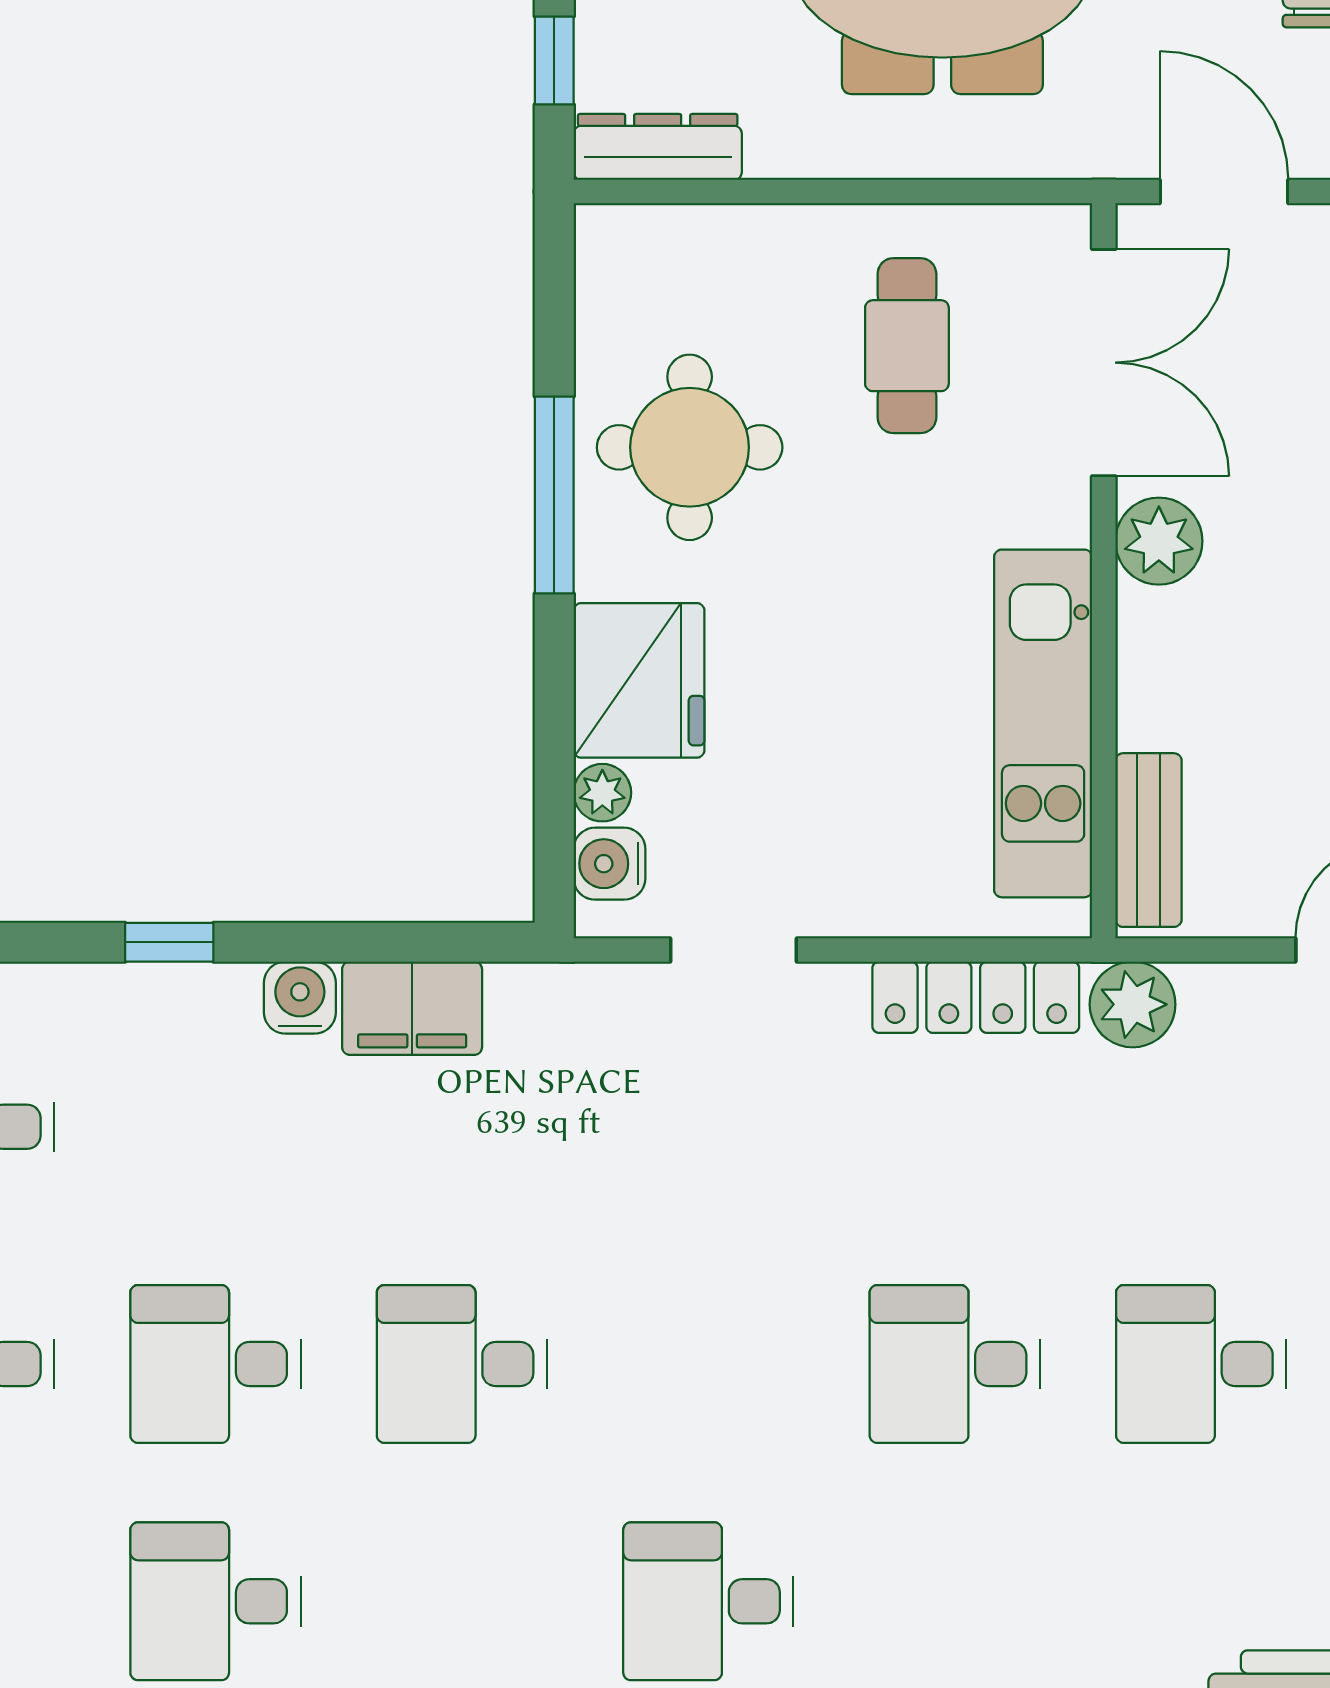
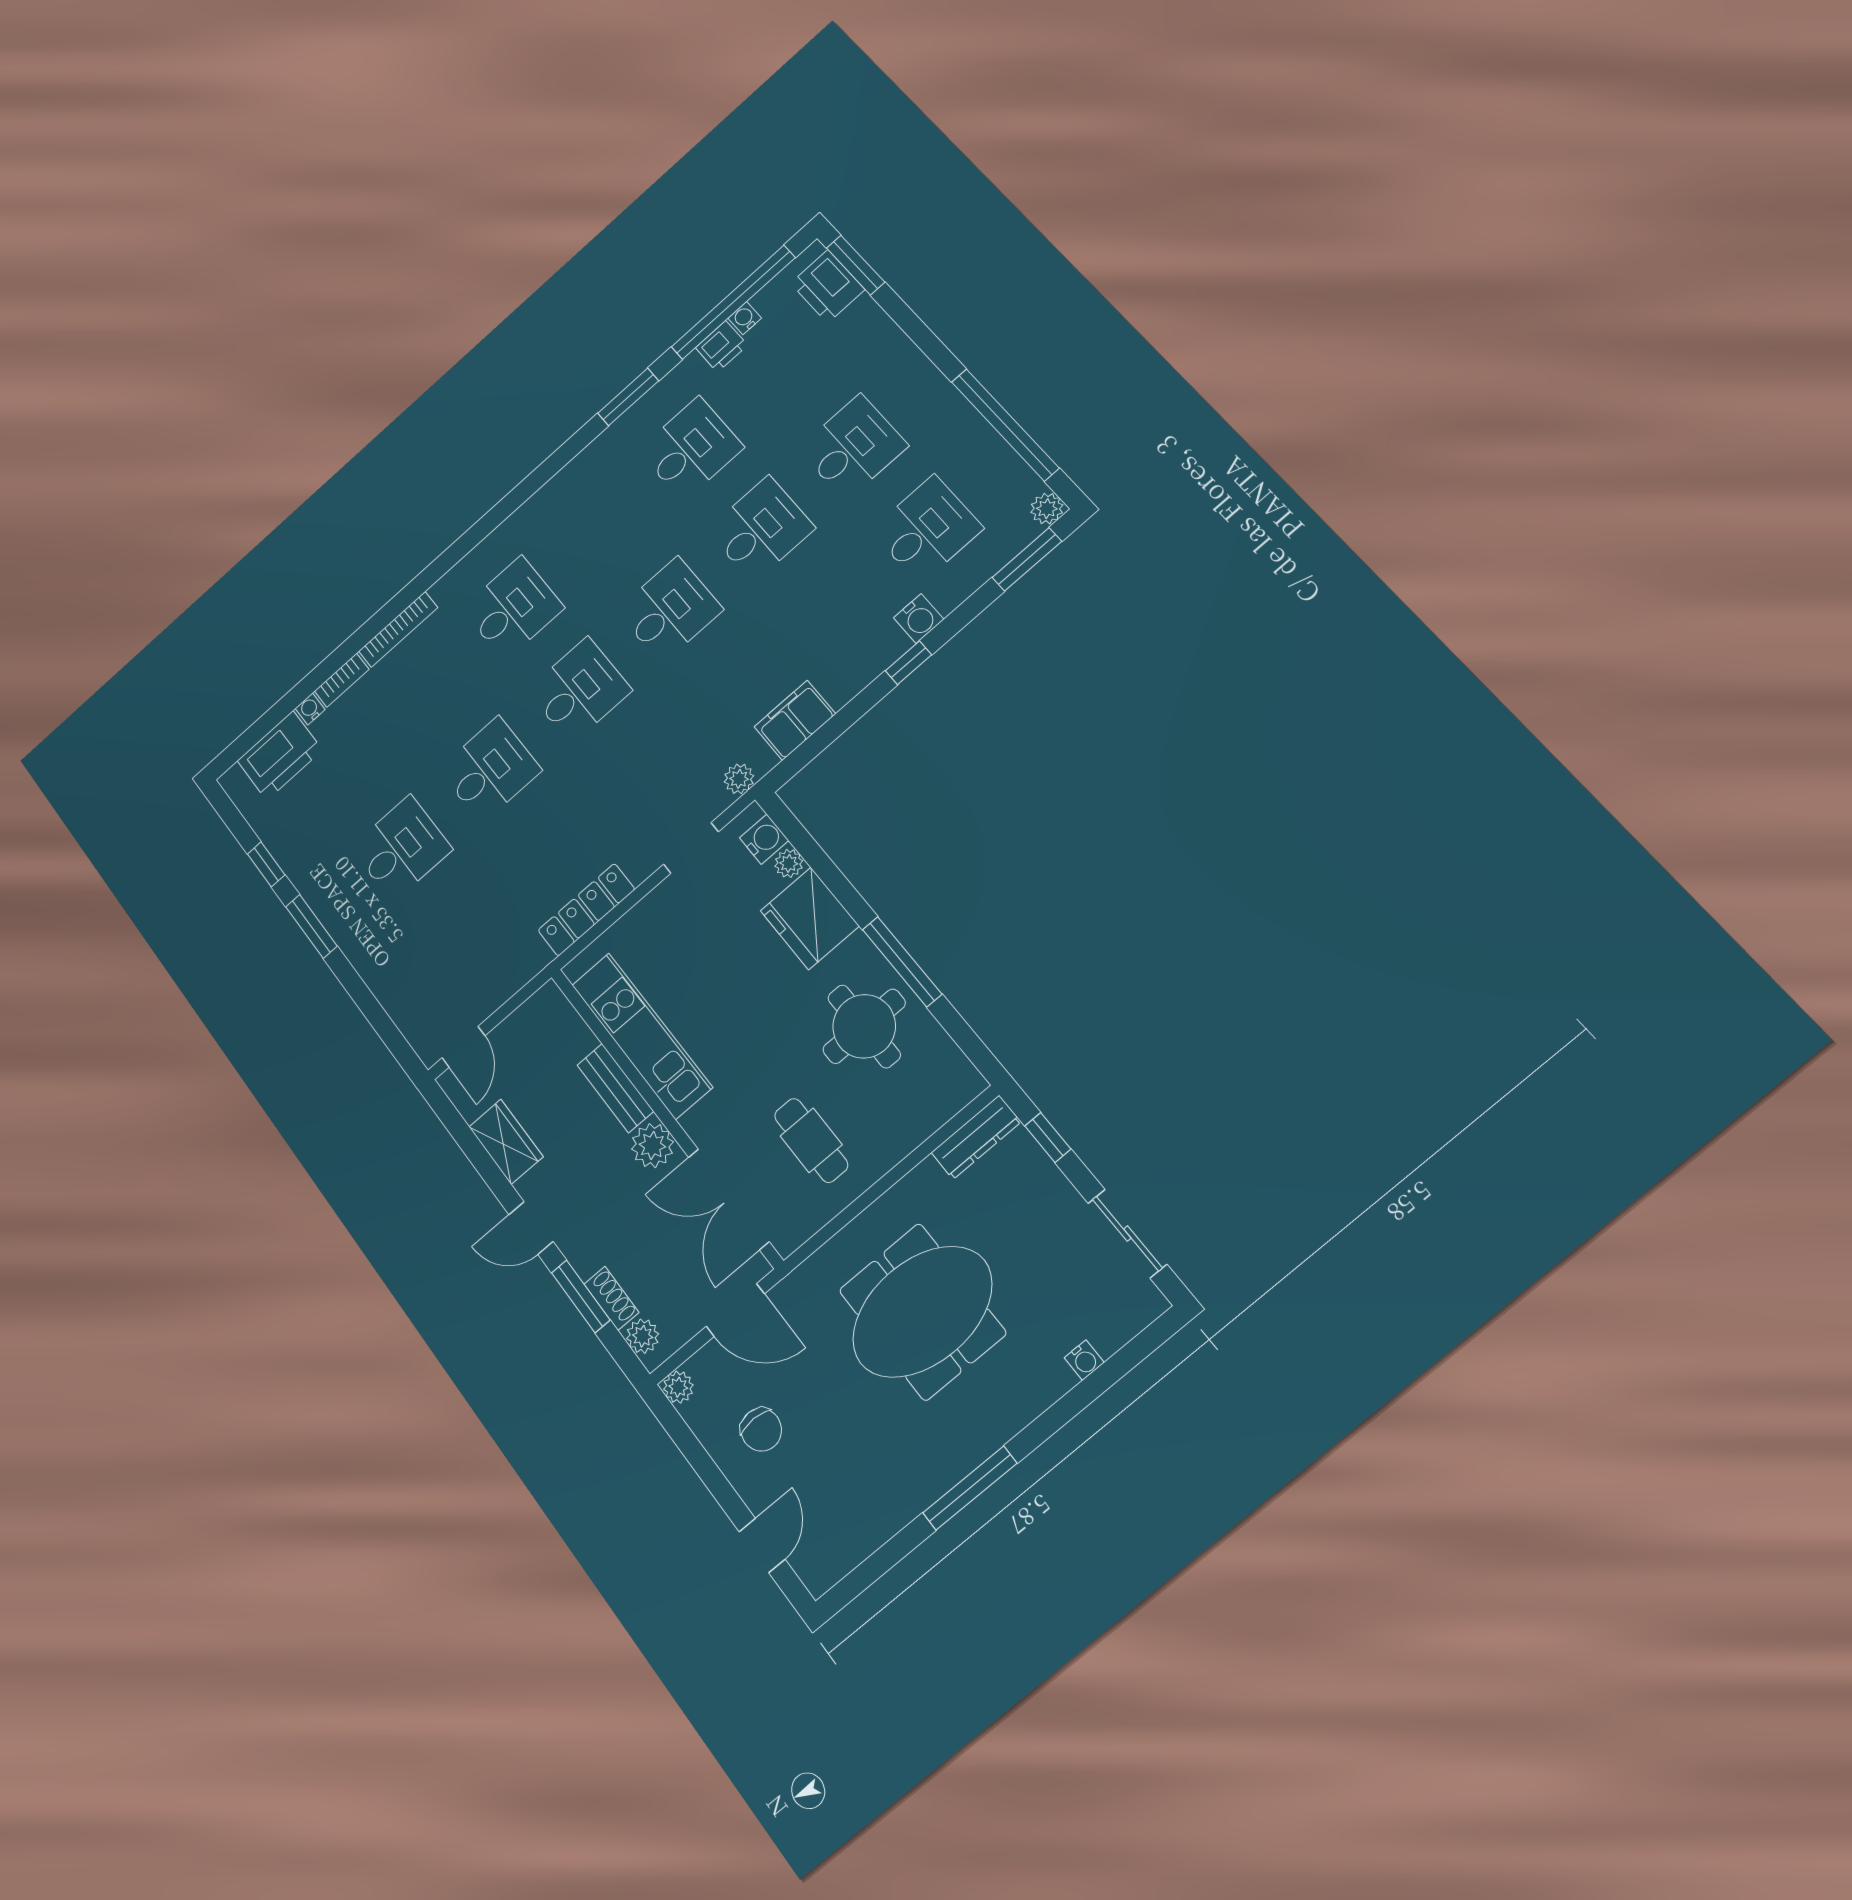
bench: (1148, 840) -> (615, 1088), moved
water cooler: (300, 998) -> (919, 619), moved
plant: (1133, 1004) -> (739, 779), moved, width x0.73, depth x0.73
desk: (708, 1364) -> (579, 690), added

